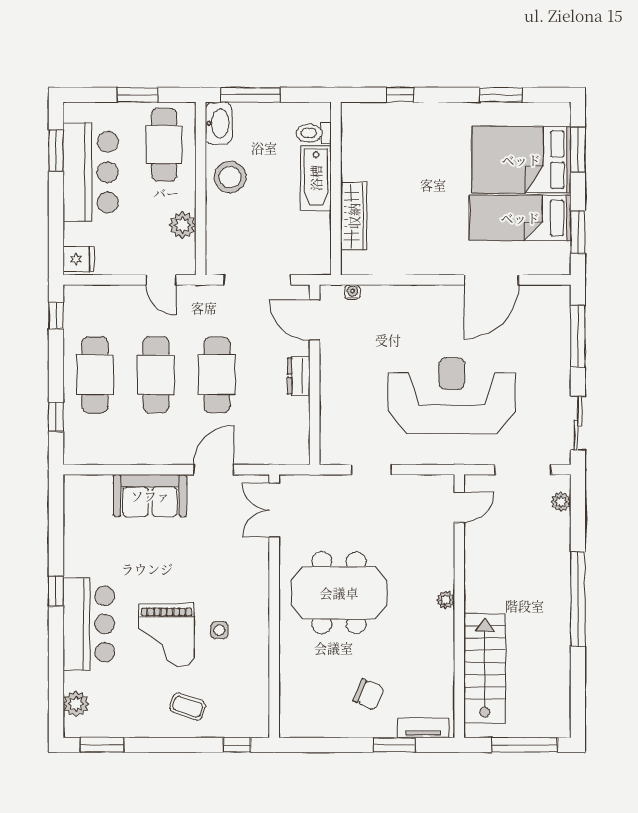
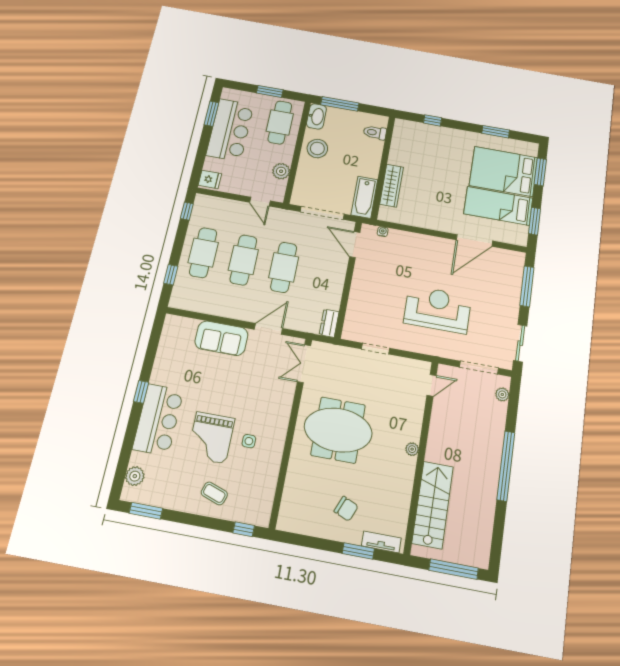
bathtub: (316, 178) -> (364, 197), moved
dresser: (299, 376) -> (329, 323), moved
reception desk: (452, 396) -> (438, 309), width x0.74, depth x0.77

